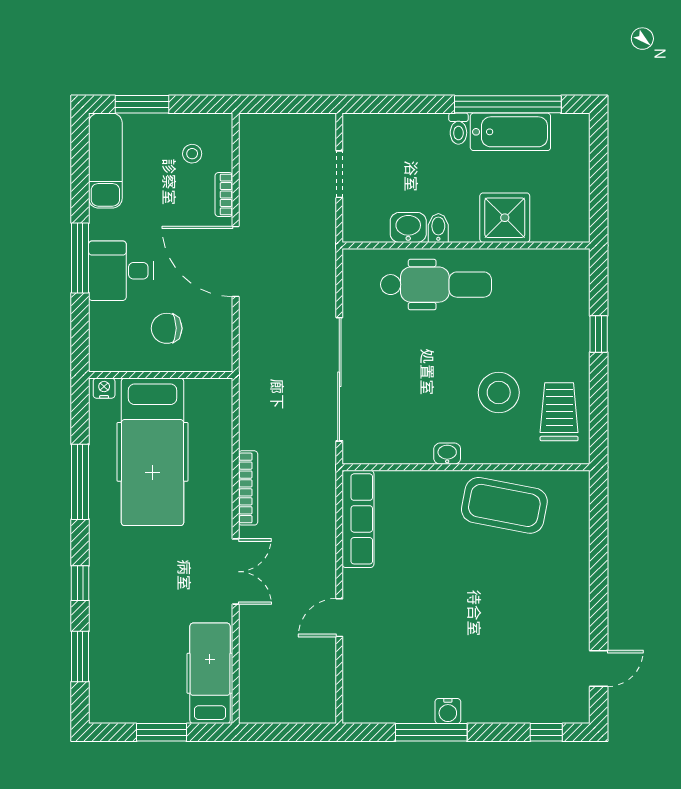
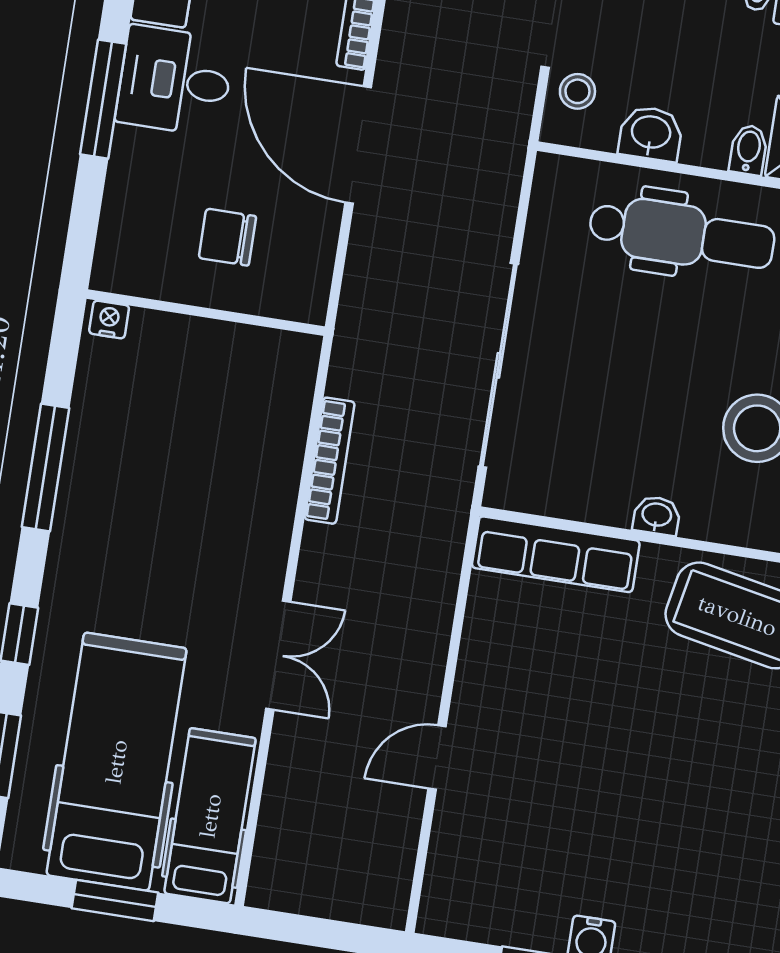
stool: (361, 209) -> (577, 91), added
bidet: (438, 228) -> (748, 150), moved
desk: (121, 271) -> (175, 81), moved
hospital bed: (152, 452) -> (116, 762), moved, turned 180
bookcase: (248, 488) -> (330, 461), moved
row of seats: (358, 519) -> (556, 554), moved, turned 90

